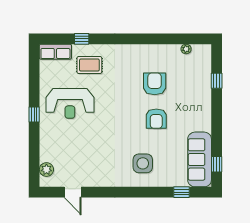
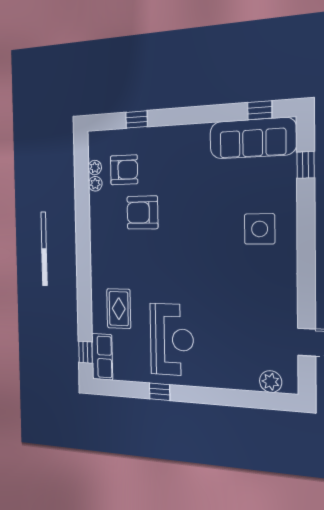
window: (82, 39) -> (85, 352), moved
plant: (175, 49) -> (95, 184), added
window: (34, 115) -> (159, 392), moved
armchair: (156, 119) -> (124, 170), moved

